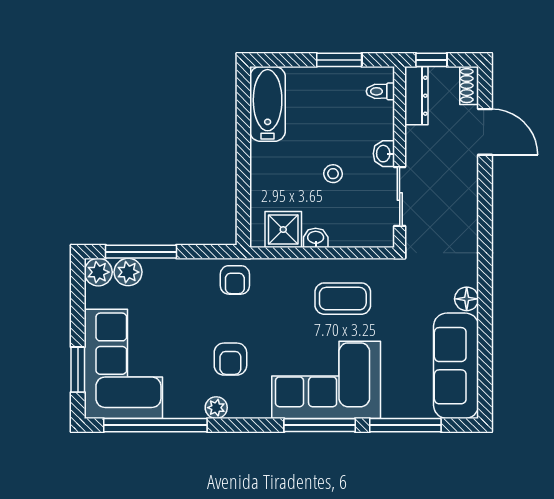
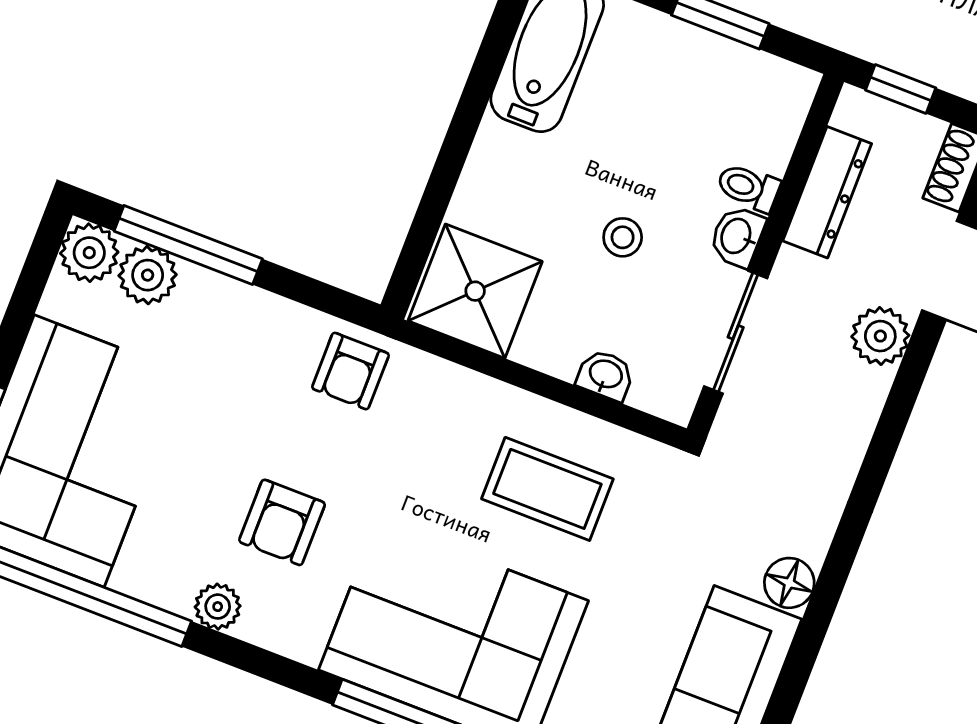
toilet: (380, 91) -> (748, 187), moved
dresser: (416, 96) -> (827, 192), moved
plant: (465, 173) -> (880, 336), added
shower: (283, 230) -> (475, 291), width x1.36, depth x1.36
washbasin: (316, 238) -> (605, 375), moved

